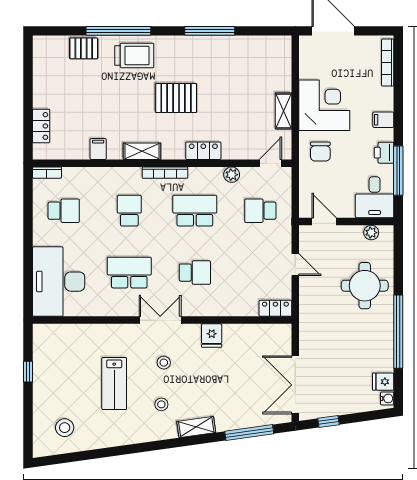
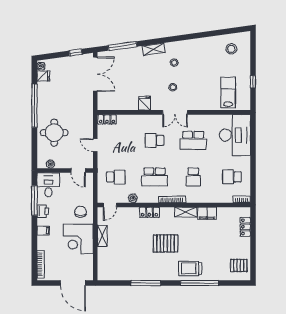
pallet: (84, 48) -> (239, 265), moved
filing cabinet: (98, 149) -> (207, 213), width x2.00
lab bench: (114, 384) -> (228, 92), moved

